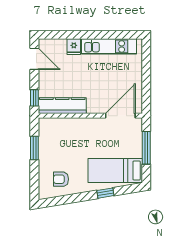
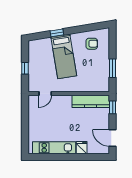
door: (120, 116) -> (45, 94), width x0.53
window: (146, 148) -> (25, 68), width x0.46
bed: (115, 170) -> (64, 56), moved, turned 81

